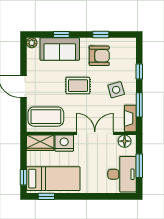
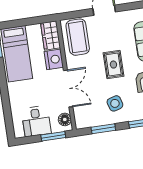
fireplace: (130, 118) -> (88, 122), removed
window: (139, 166) -> (53, 136), moved
desk: (122, 174) -> (36, 121), width x0.73
window: (23, 177) -> (14, 24), removed

